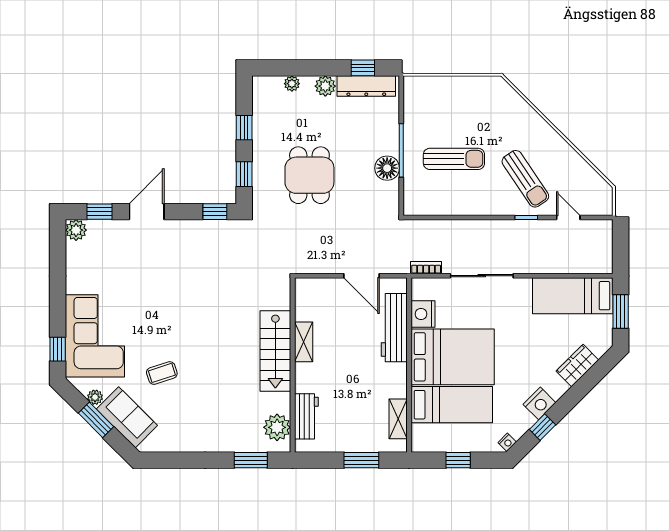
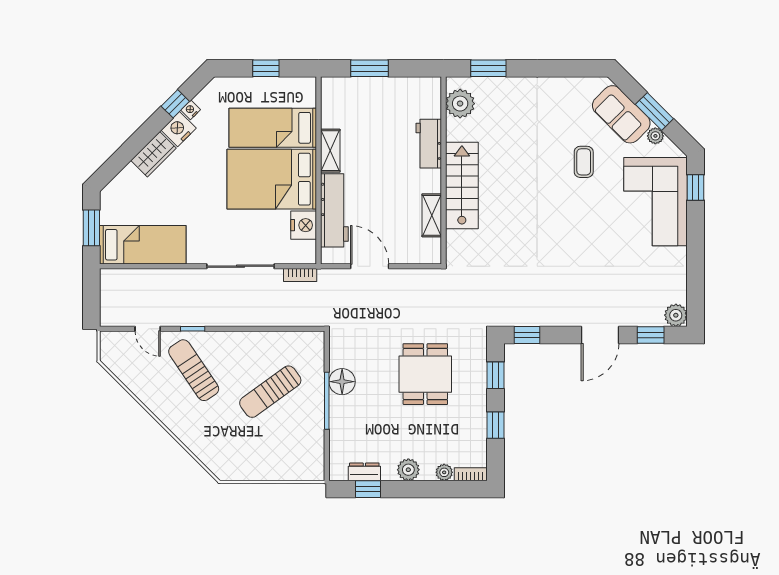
bookcase: (267, 82) -> (471, 474), added
dresser: (366, 86) -> (364, 472), width x0.51, depth x0.80
sun lounger: (454, 159) -> (270, 392), turned -36
shelving: (304, 342) -> (432, 215), moved
wardrobe: (577, 366) -> (154, 154), moved
coffee table: (162, 373) -> (584, 162), turned -72
workbench: (306, 416) -> (429, 144), moved
shelving: (398, 419) -> (330, 151), moved
nightstand: (507, 442) -> (191, 110), moved

